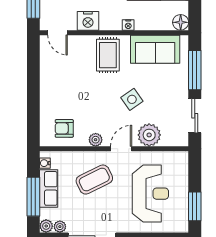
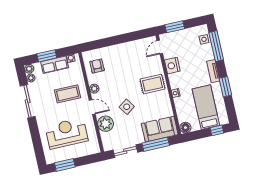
sofa: (155, 49) -> (160, 129), moved, turned 90
coffee table: (94, 180) -> (67, 94), turned -64
reception desk: (150, 194) -> (67, 133), turned 180
window: (33, 197) -> (47, 56), width x0.69

